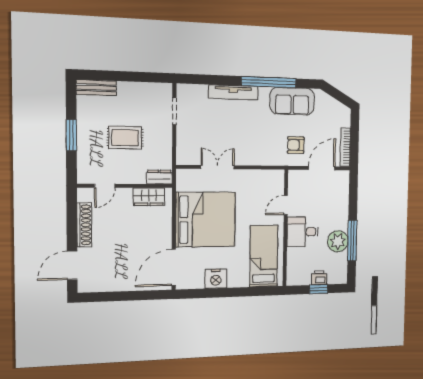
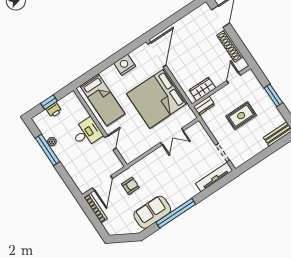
tv unit: (233, 92) -> (214, 177), moved
plant: (338, 241) -> (52, 142), width x0.53, depth x0.53

